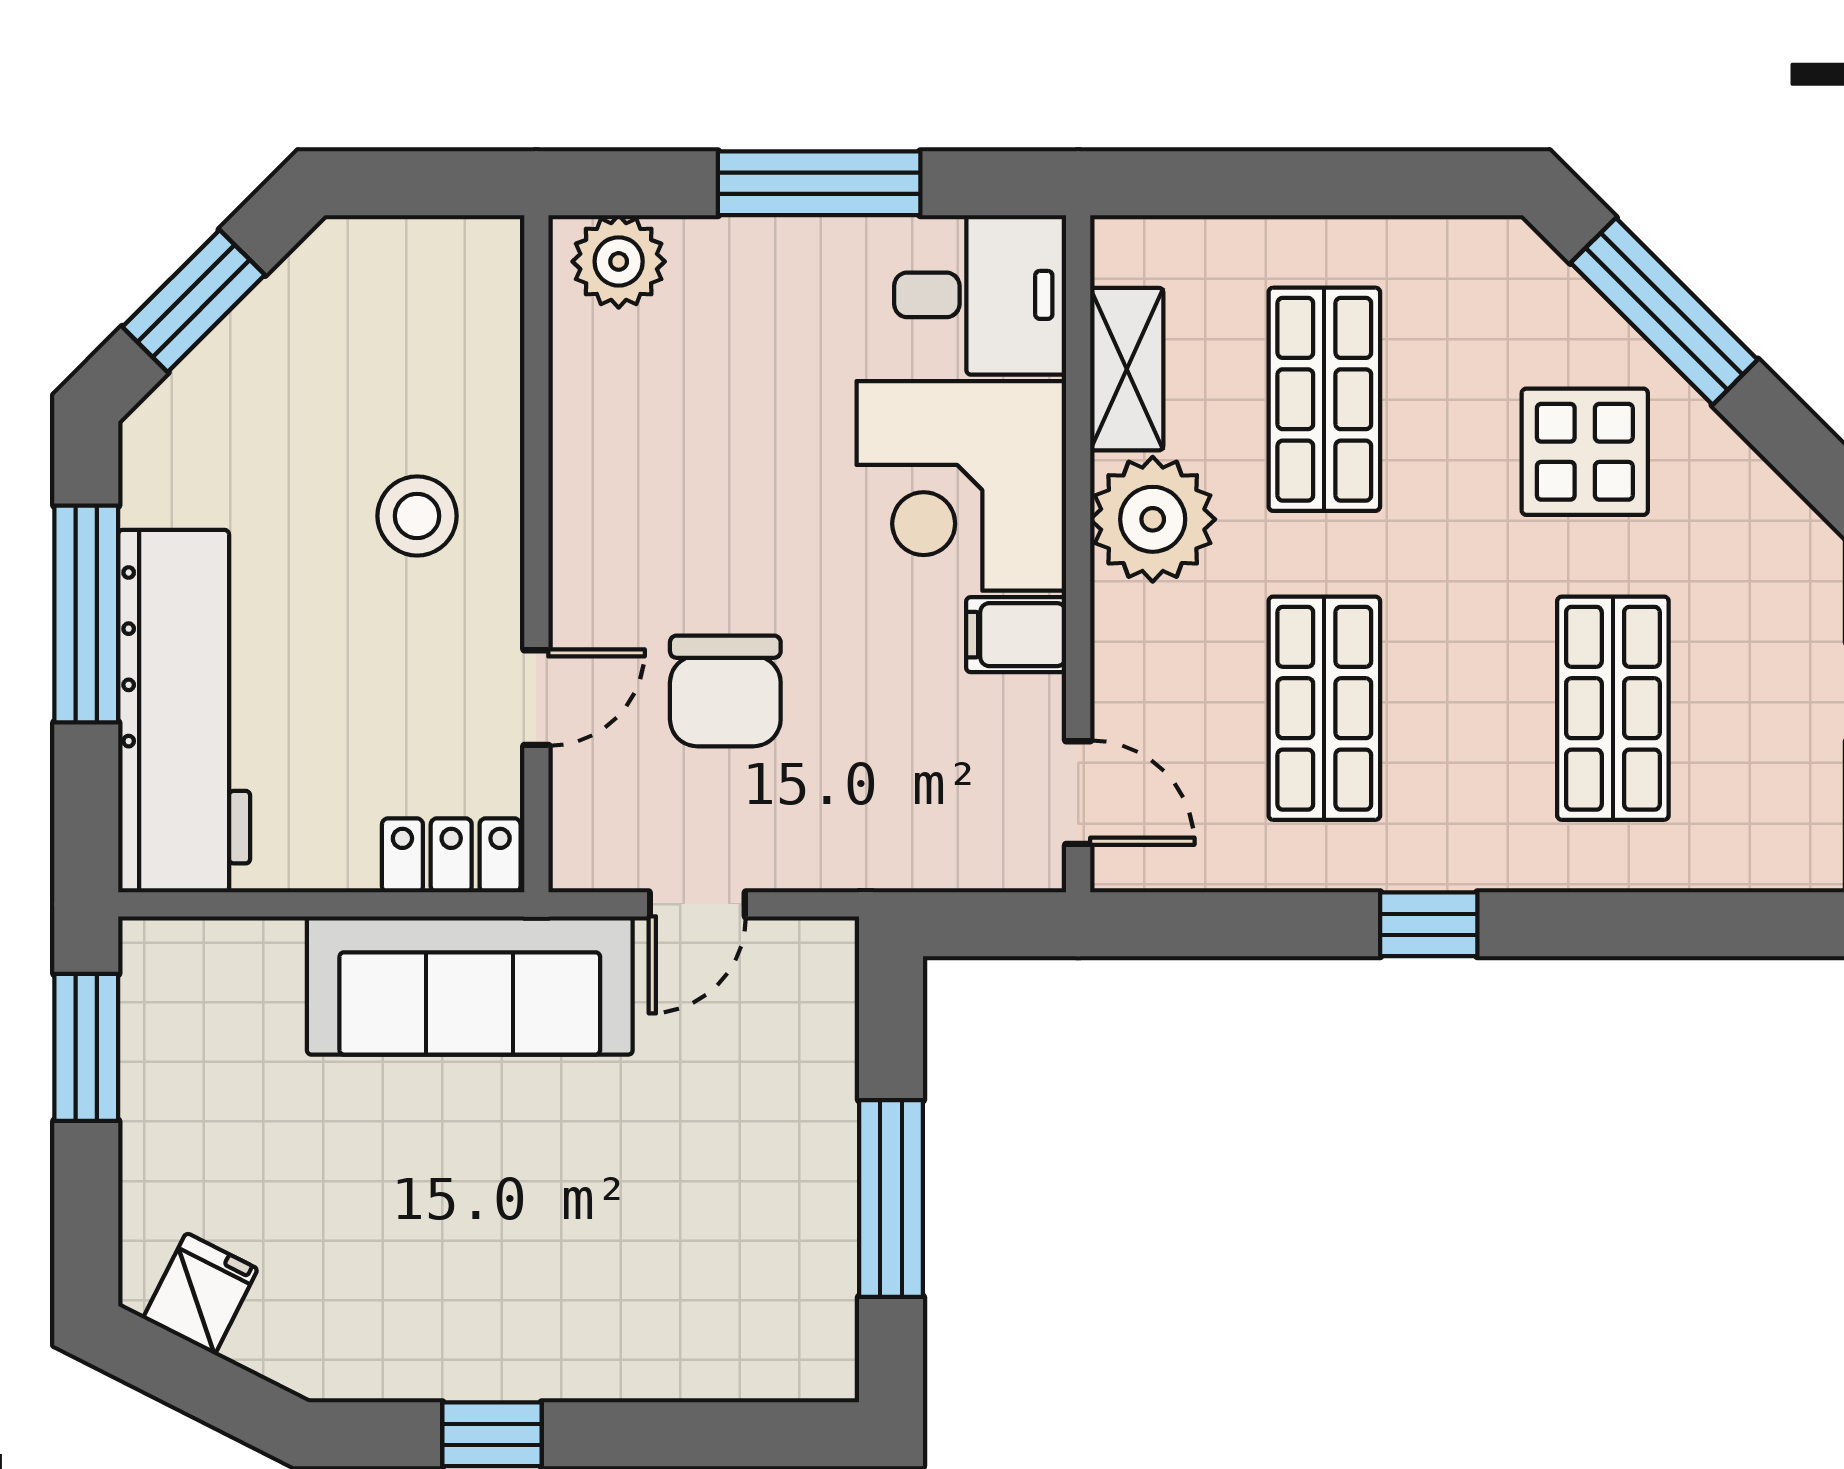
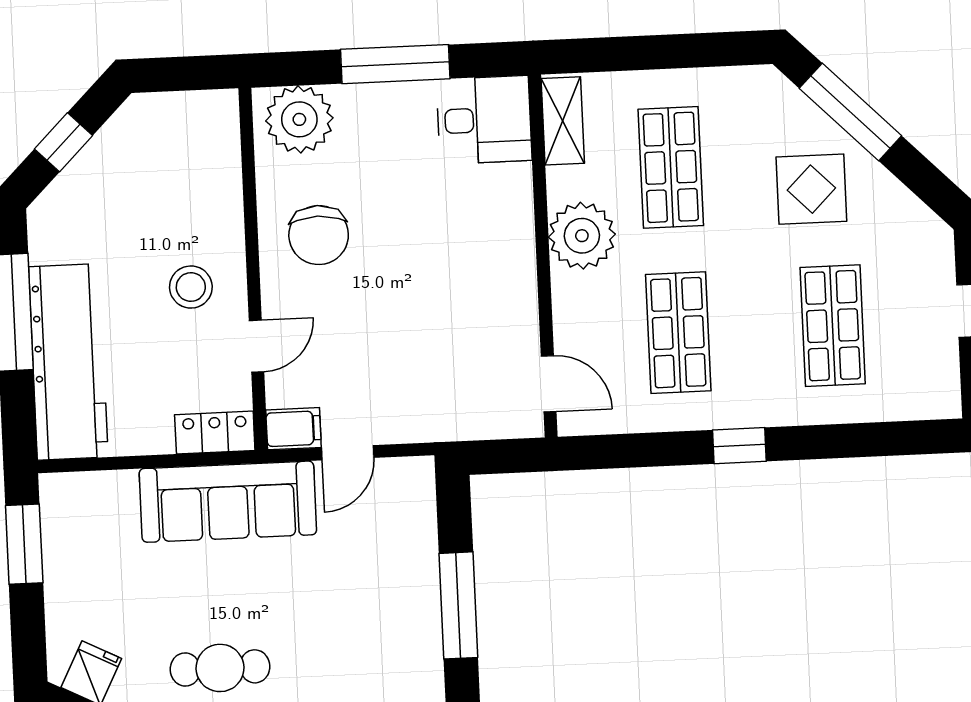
plant: (619, 261) -> (299, 119), width x1.36, depth x1.36
window: (194, 301) -> (64, 142), width x0.67
shelving: (1127, 369) -> (563, 121), moved
corner desk: (961, 486) -> (479, 222), removed
stool: (417, 516) -> (191, 287), moved
filing cabinet: (1016, 635) -> (293, 429), moved, turned 180
chair: (725, 691) -> (319, 235), moved
cafe table: (441, 1295) -> (220, 668), added

